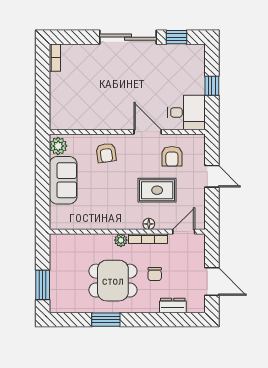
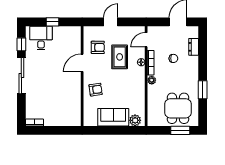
desk: (187, 112) -> (41, 38), moved
plant: (58, 146) -> (135, 120), moved
door: (184, 232) -> (146, 40), hinge flipped
dining table: (113, 281) -> (178, 108), moved

